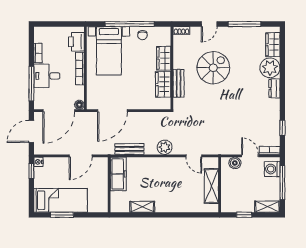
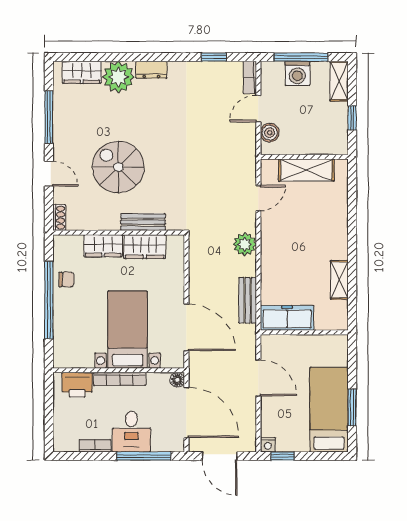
bed with nightstands: (109, 51) -> (128, 330), moved, turned -90
washing machine: (272, 169) -> (297, 73), moved

